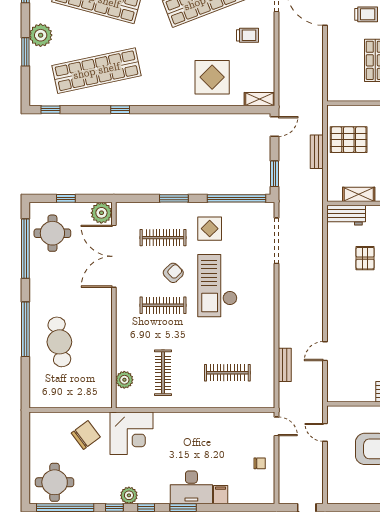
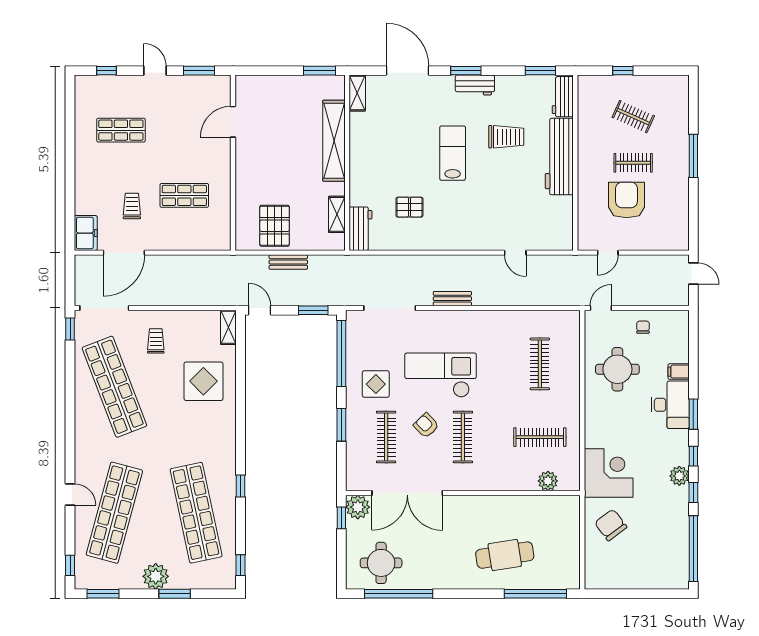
window: (66, 198) -> (341, 518), moved
checkout: (217, 286) -> (441, 375), turned 180
window: (25, 329) -> (535, 594), moved
bench: (285, 365) -> (452, 299), moved
round table: (55, 482) -> (617, 369), moved

